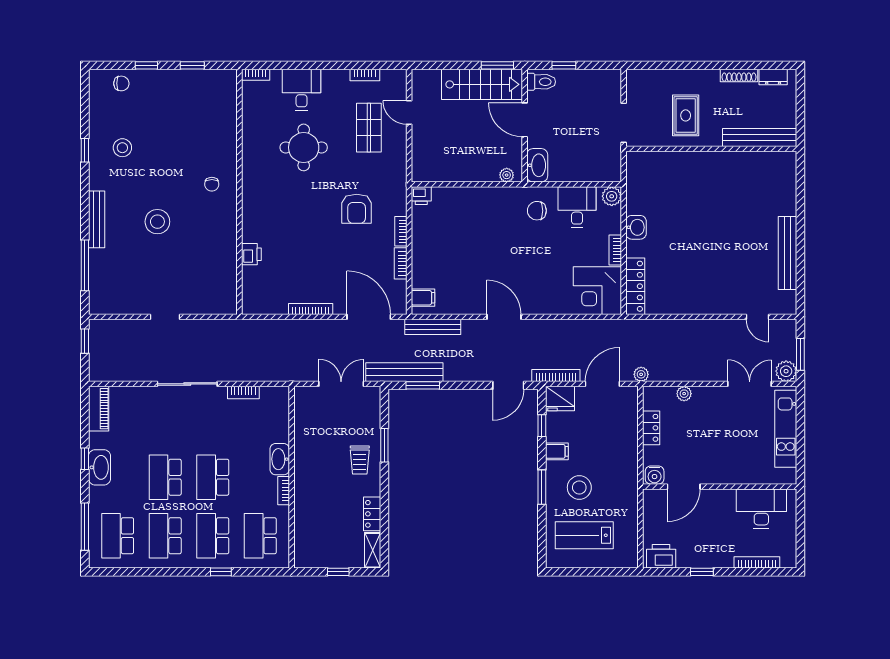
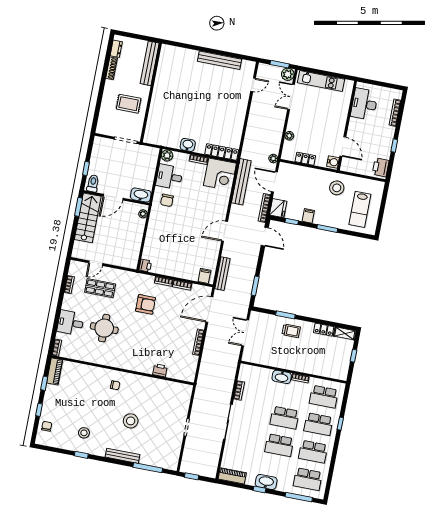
piano: (215, 79) -> (55, 371), added
bench: (404, 372) -> (241, 182), moved
stool: (579, 487) -> (337, 188), moved

